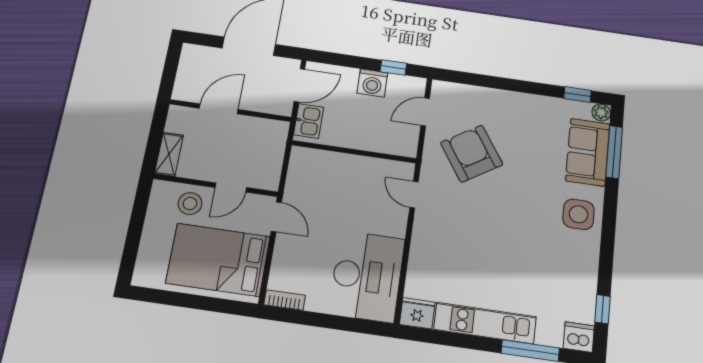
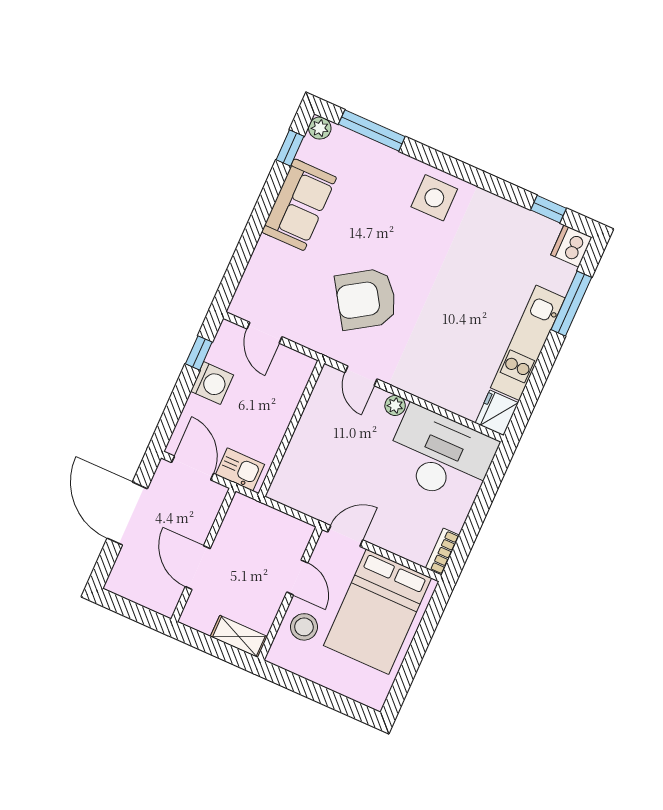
sofa: (588, 152) -> (299, 205), moved, turned -90
armchair: (472, 154) -> (366, 299), moved
door: (414, 195) -> (361, 376), hinge flipped
plant: (398, 228) -> (395, 405), added

